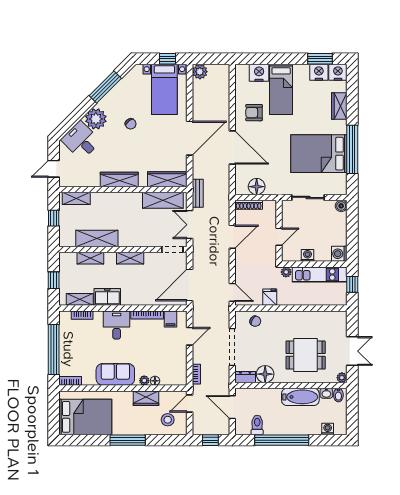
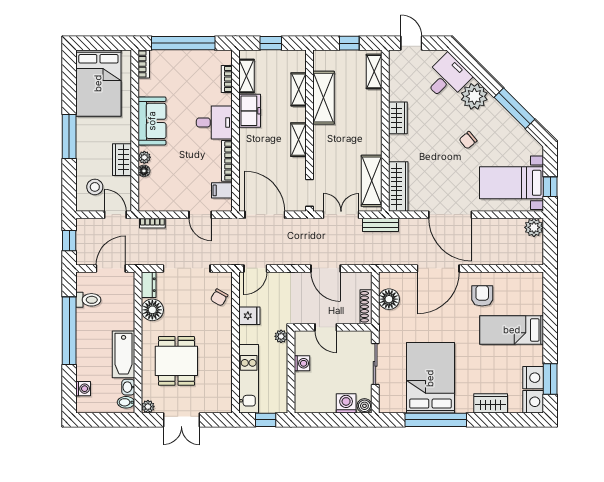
nightstand: (259, 73) -> (532, 302), removed
wardrobe: (119, 179) -> (398, 118), width x0.67
shoe rack: (249, 205) -> (366, 307), moved
washing machine: (339, 254) -> (346, 403), moved
kitchen unit: (320, 274) -> (249, 379), moved, turned 180

